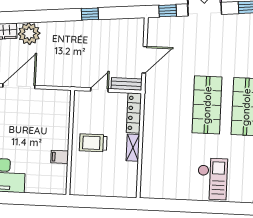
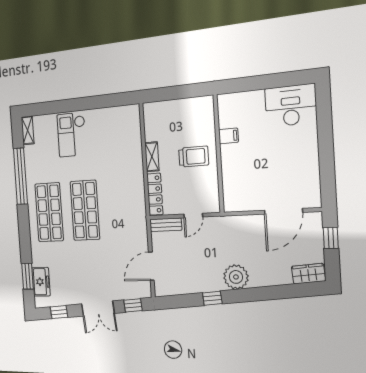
plant: (29, 34) -> (236, 277), moved
door: (144, 60) -> (151, 266), moved

